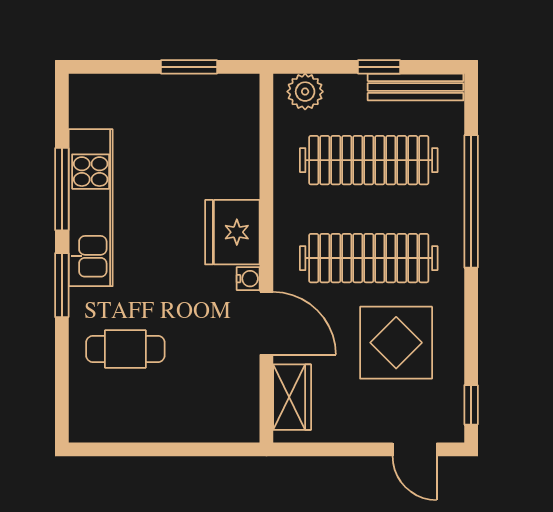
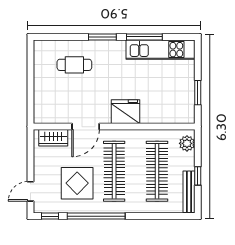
window: (471, 201) -> (96, 216), moved
kitchen unit: (91, 208) -> (161, 50), moved
water cooler: (248, 279) -> (105, 119), removed
cafe table: (125, 349) -> (74, 65), turned 90

